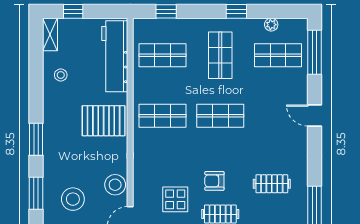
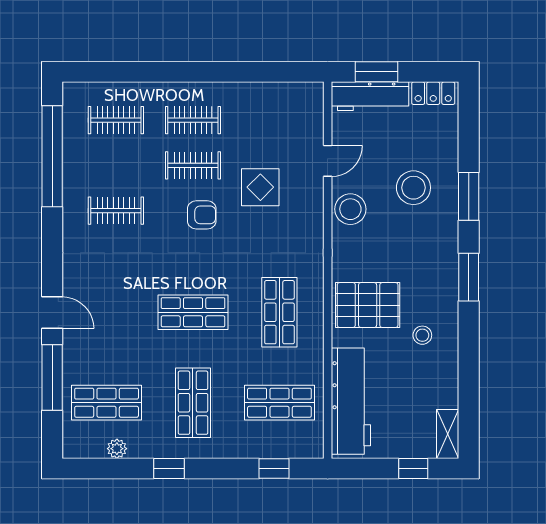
window: (315, 52) -> (52, 377), moved
stool: (61, 75) -> (422, 335), moved
shop shelf: (162, 116) -> (279, 312), turned 90

